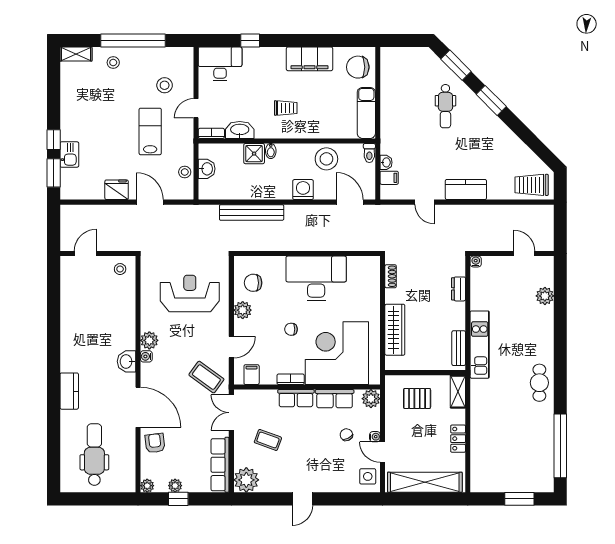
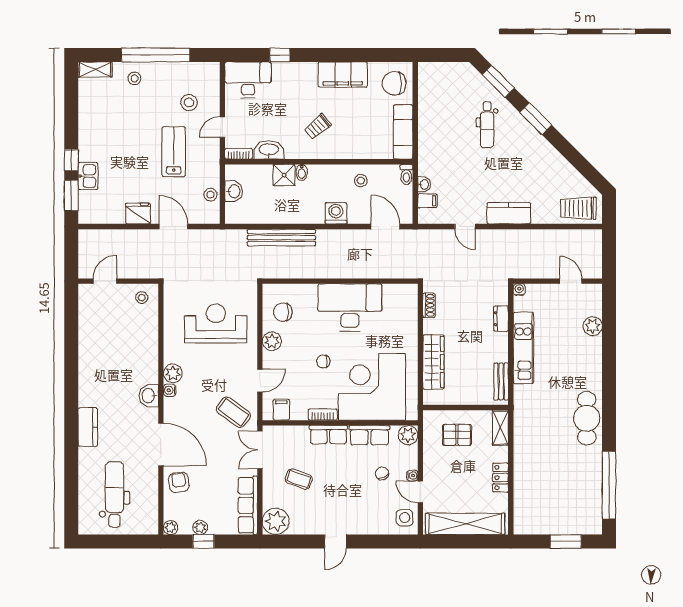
trolley: (286, 108) -> (318, 127), turned 140
stool: (326, 159) -> (361, 181), width x0.53, depth x0.53
kitchen unit: (480, 345) -> (523, 348), moved
cafe table: (539, 383) -> (587, 418), width x1.37, depth x1.35

